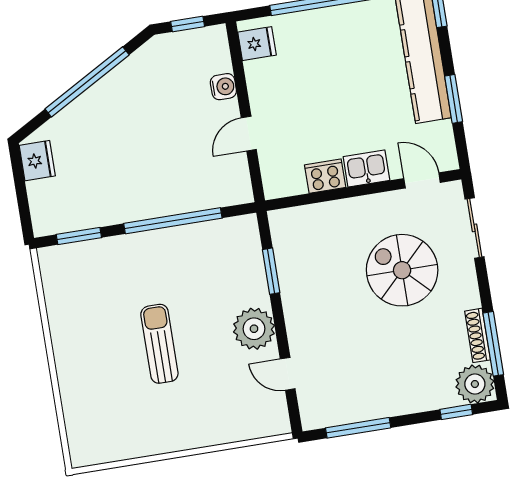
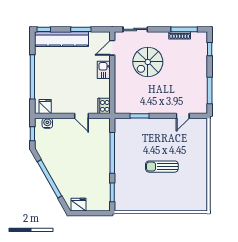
water cooler: (223, 87) -> (47, 123), moved
cooker: (325, 176) -> (104, 106), moved
plant: (254, 329) -> (162, 127), removed
plant: (475, 384) -> (199, 40), removed

